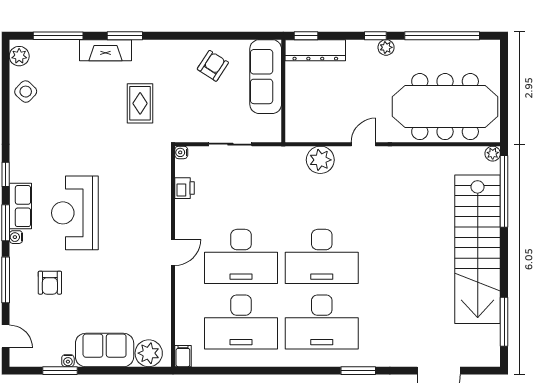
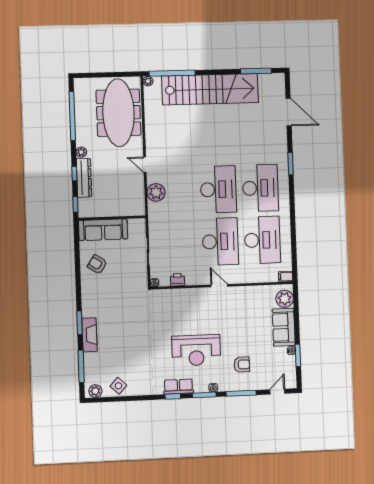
window: (375, 36) -> (74, 174), moved
dresser: (315, 50) -> (84, 178), moved
rug: (140, 103) -> (123, 311), removed
row of seats: (20, 206) -> (178, 387), moved

